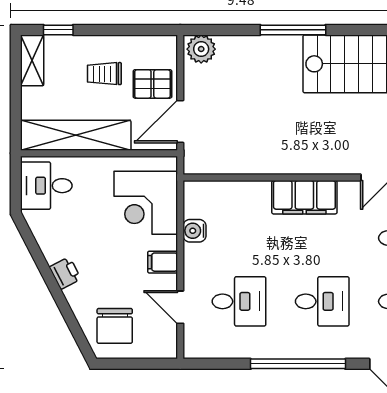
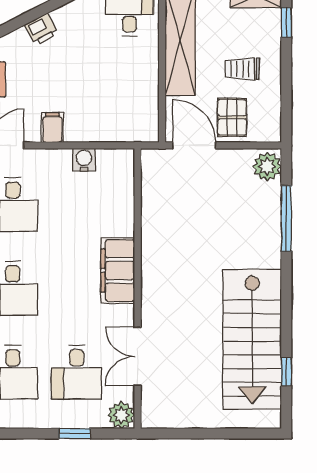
window: (293, 30) -> (286, 219), moved
trolley: (104, 74) -> (242, 69), turned -90
corner desk: (146, 203) -> (112, 111), removed

